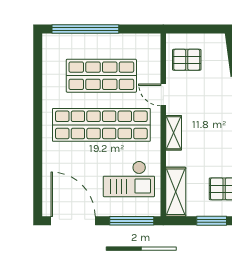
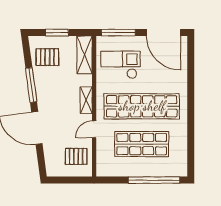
door: (163, 95) -> (94, 129), swing flipped

